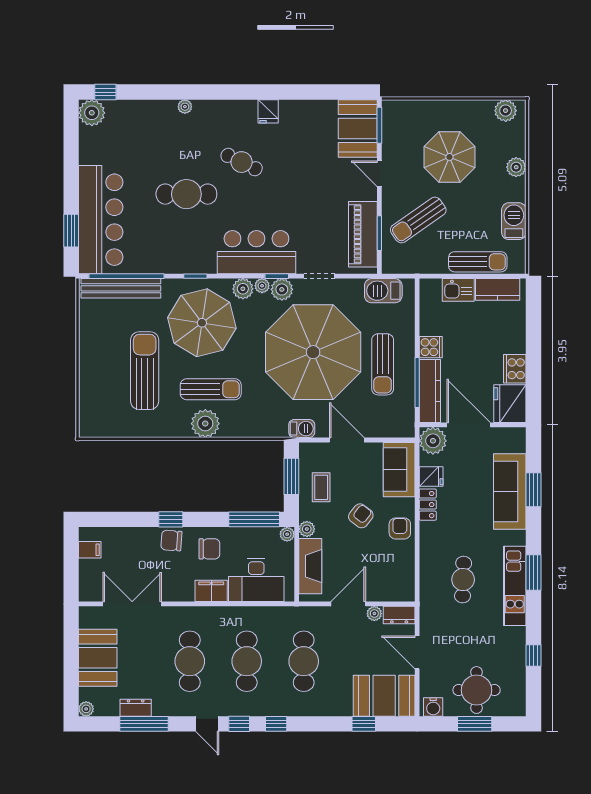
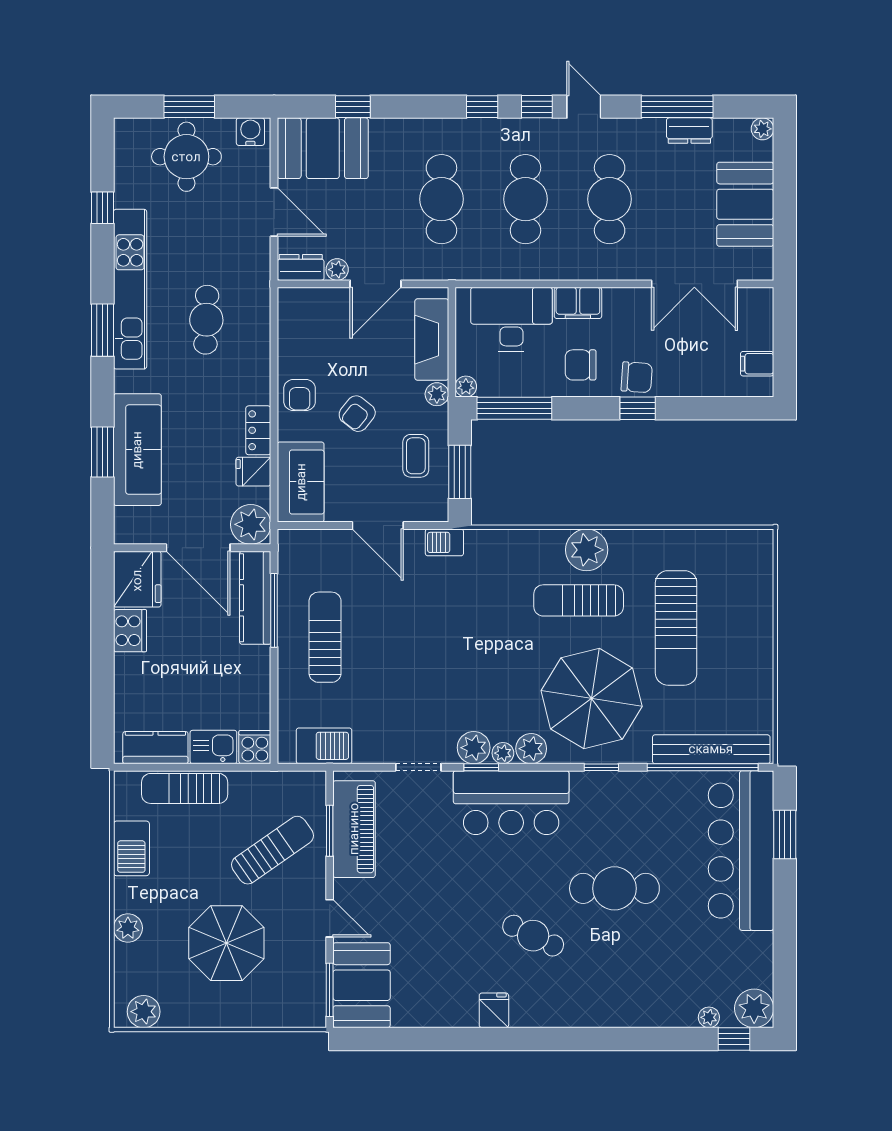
plant: (185, 107) -> (709, 1017), moved
cooker: (431, 347) -> (255, 747), moved, turned 90
parasol: (313, 352) -> (428, 655), removed
kitchen unit: (515, 586) -> (130, 289), width x1.36

